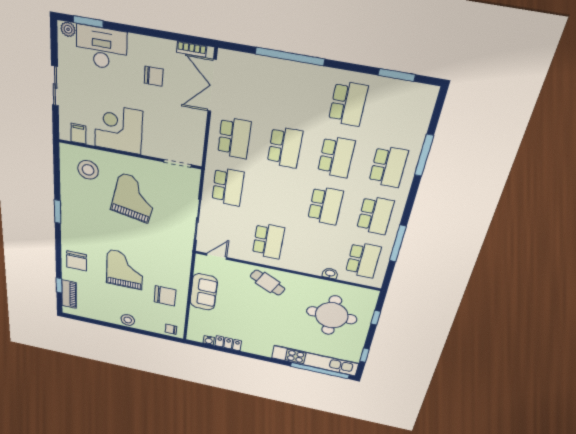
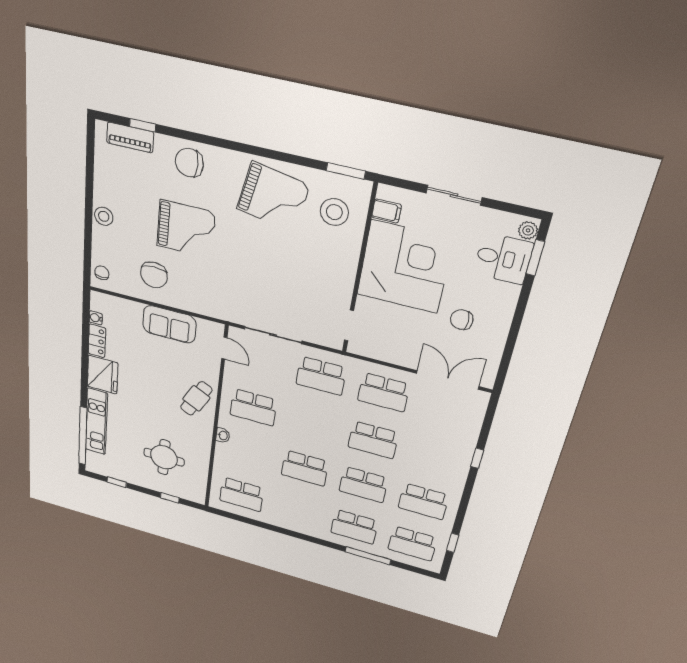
desk: (101, 48) -> (503, 259), width x0.73
bookcase: (192, 49) -> (492, 366), removed
window: (290, 56) -> (477, 458), width x0.32
window: (397, 75) -> (453, 543), width x0.67
chair: (154, 76) -> (462, 320), turned 90
corner desk: (118, 129) -> (405, 267), width x1.36, depth x1.36
grand piano: (134, 198) -> (273, 197), moved
window: (58, 212) -> (346, 171), moved
school desk: (375, 215) -> (412, 544), moved
window: (398, 244) -> (266, 526), removed
washbasin: (330, 273) -> (223, 435), moved
round table: (332, 315) -> (164, 457), width x0.73, depth x0.73
fridge: (258, 345) -> (103, 375), added
kitchen unit: (315, 361) -> (96, 422), width x0.73

